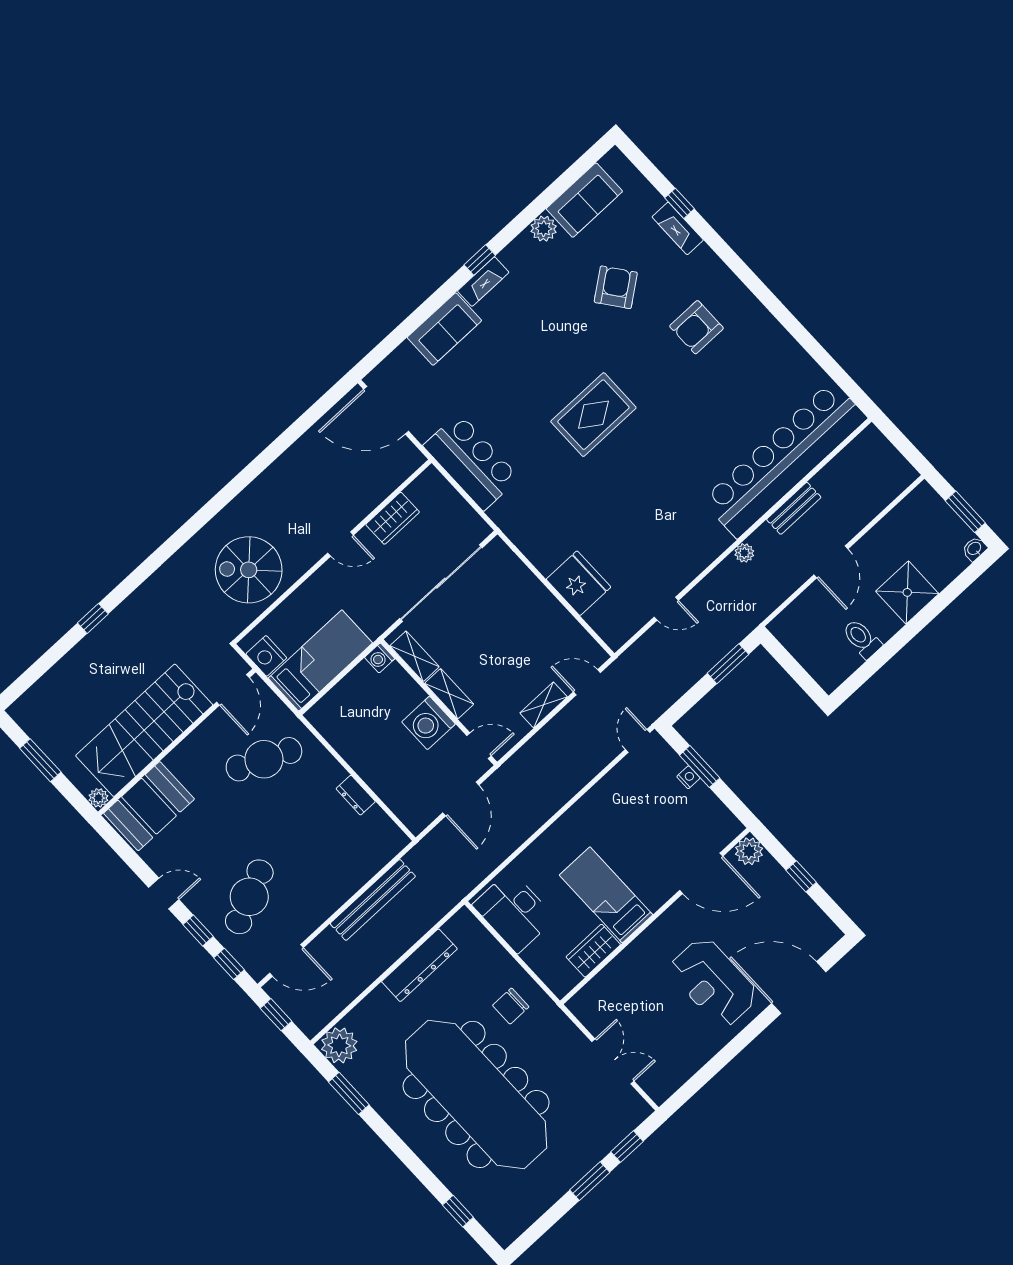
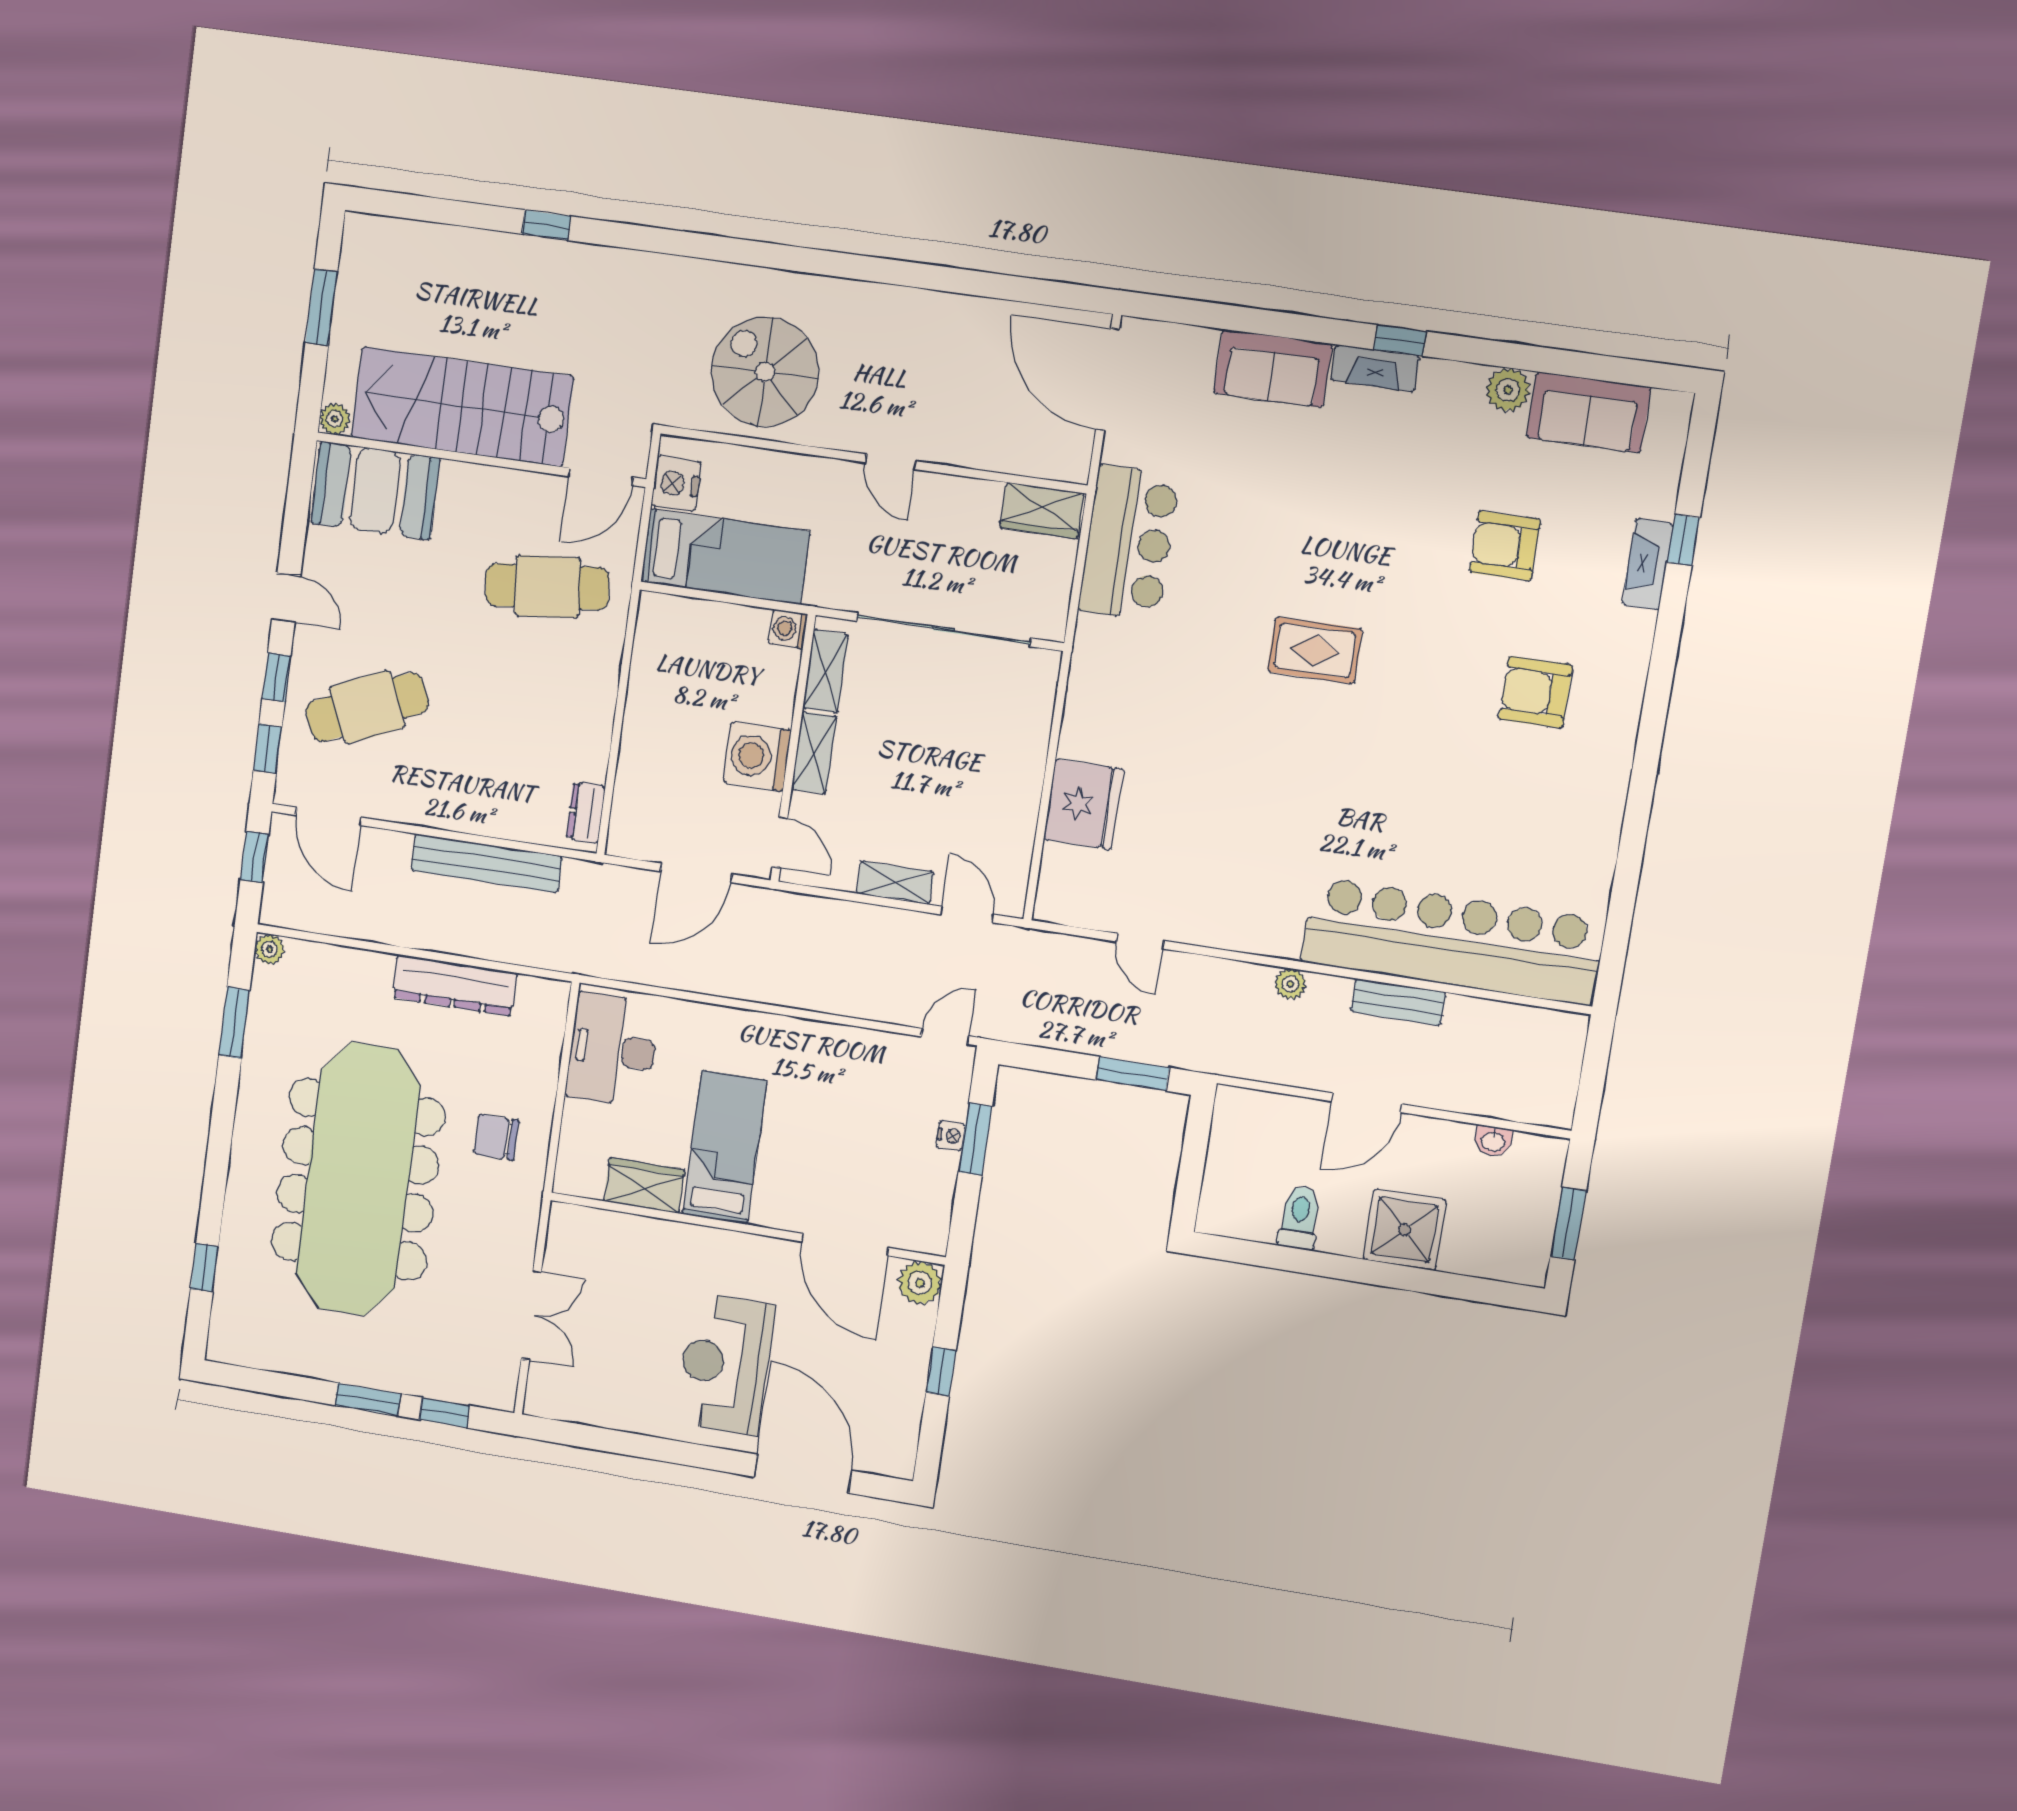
armchair: (616, 287) -> (1505, 546), turned -143
rug: (593, 415) -> (1315, 650), width x0.73, depth x0.70
wardrobe: (393, 518) -> (1042, 510), moved
washbasin: (975, 549) -> (1493, 1141), moved, turned 180
cafe table: (264, 759) -> (547, 587), turned -30
dresser: (356, 795) -> (586, 812), moved
plant: (339, 1045) -> (270, 949), width x0.53, depth x0.53

